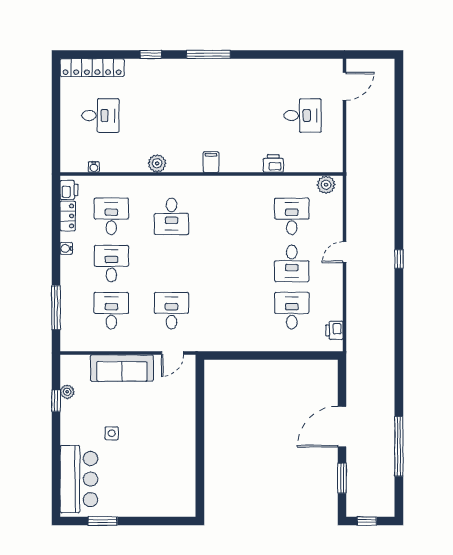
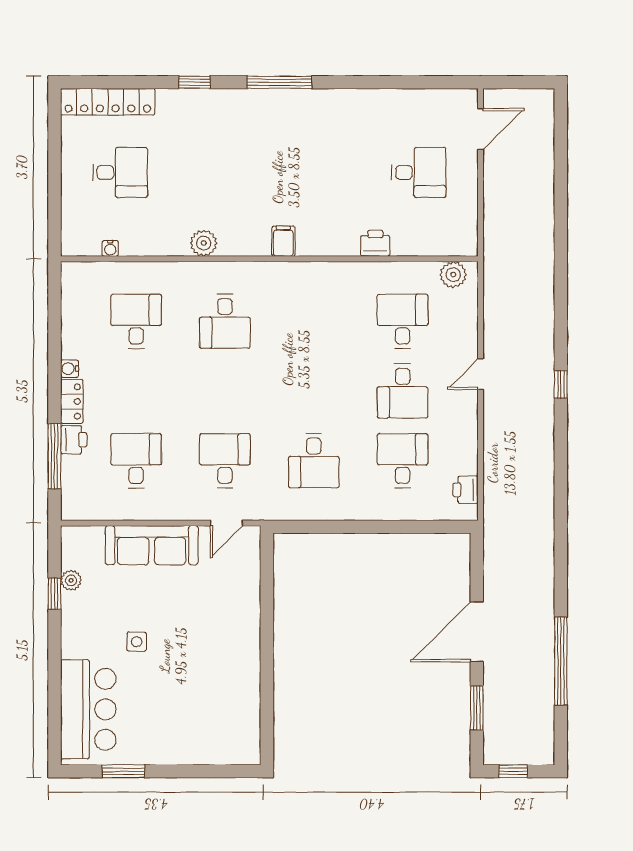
printer: (69, 190) -> (74, 440), moved
locker: (68, 216) -> (72, 402), moved
desk: (111, 264) -> (314, 461), moved, turned 180

